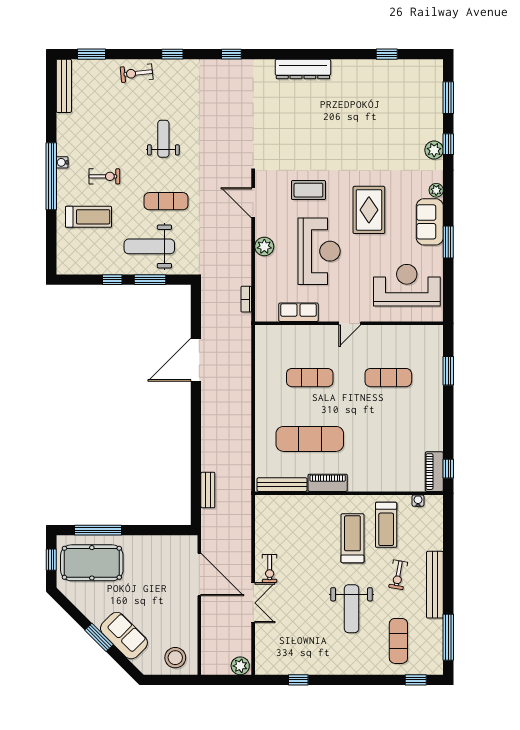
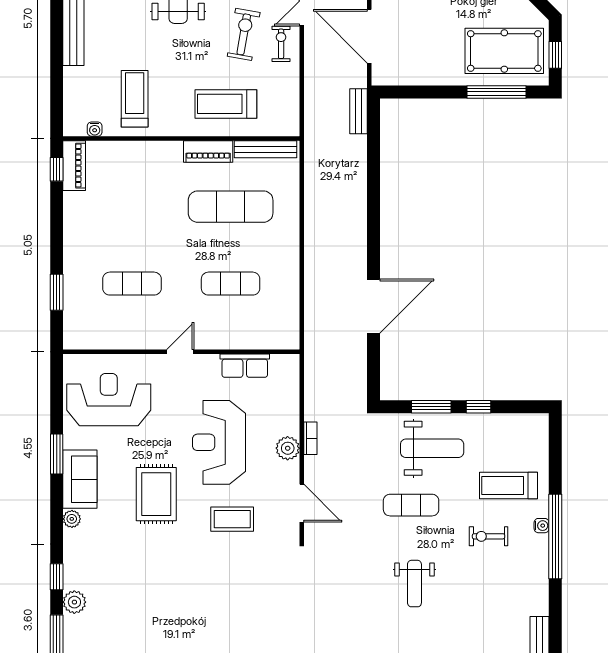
plant: (434, 150) -> (74, 602), moved
water cooler: (62, 162) -> (542, 526), moved
reception desk: (407, 285) -> (109, 400), turned 180
bookcase: (246, 299) -> (310, 438), moved
bench: (208, 490) -> (359, 111), moved
treadmill: (352, 538) -> (226, 104), moved, turned 90
exercise bike: (398, 575) -> (244, 34), moved, width x1.38, depth x1.39

